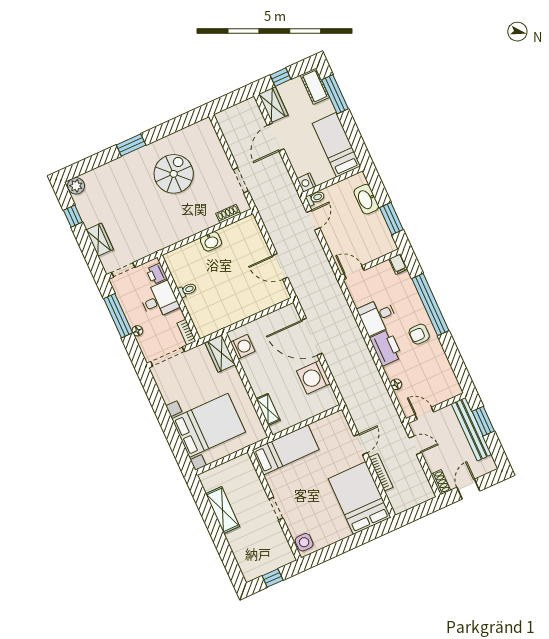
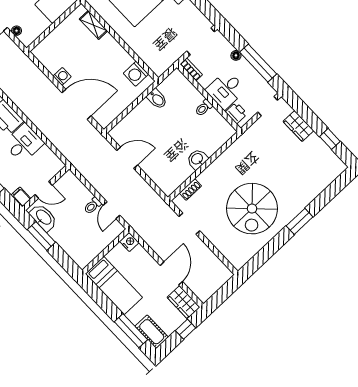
spiral stairs: (174, 174) -> (252, 209), width x1.37, depth x1.37
plant: (76, 186) -> (337, 167), removed
toilet: (315, 198) -> (93, 206), moved
washbasin: (366, 199) -> (43, 217), moved
door: (354, 272) -> (44, 190), moved
bidet: (230, 315) -> (157, 99), added
wardrobe: (220, 354) -> (154, 60), removed
washing machine: (313, 377) -> (62, 76), width x0.53, depth x0.53
floor lamp: (346, 430) -> (17, 31), added

